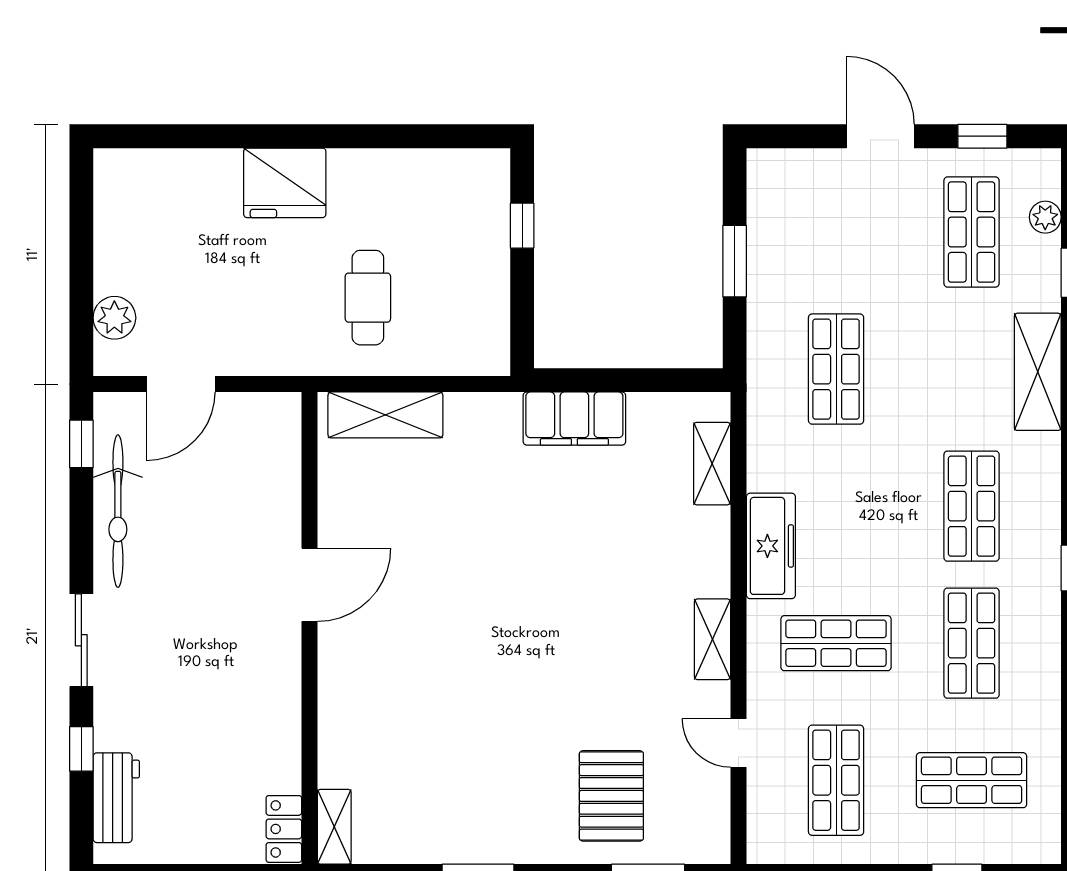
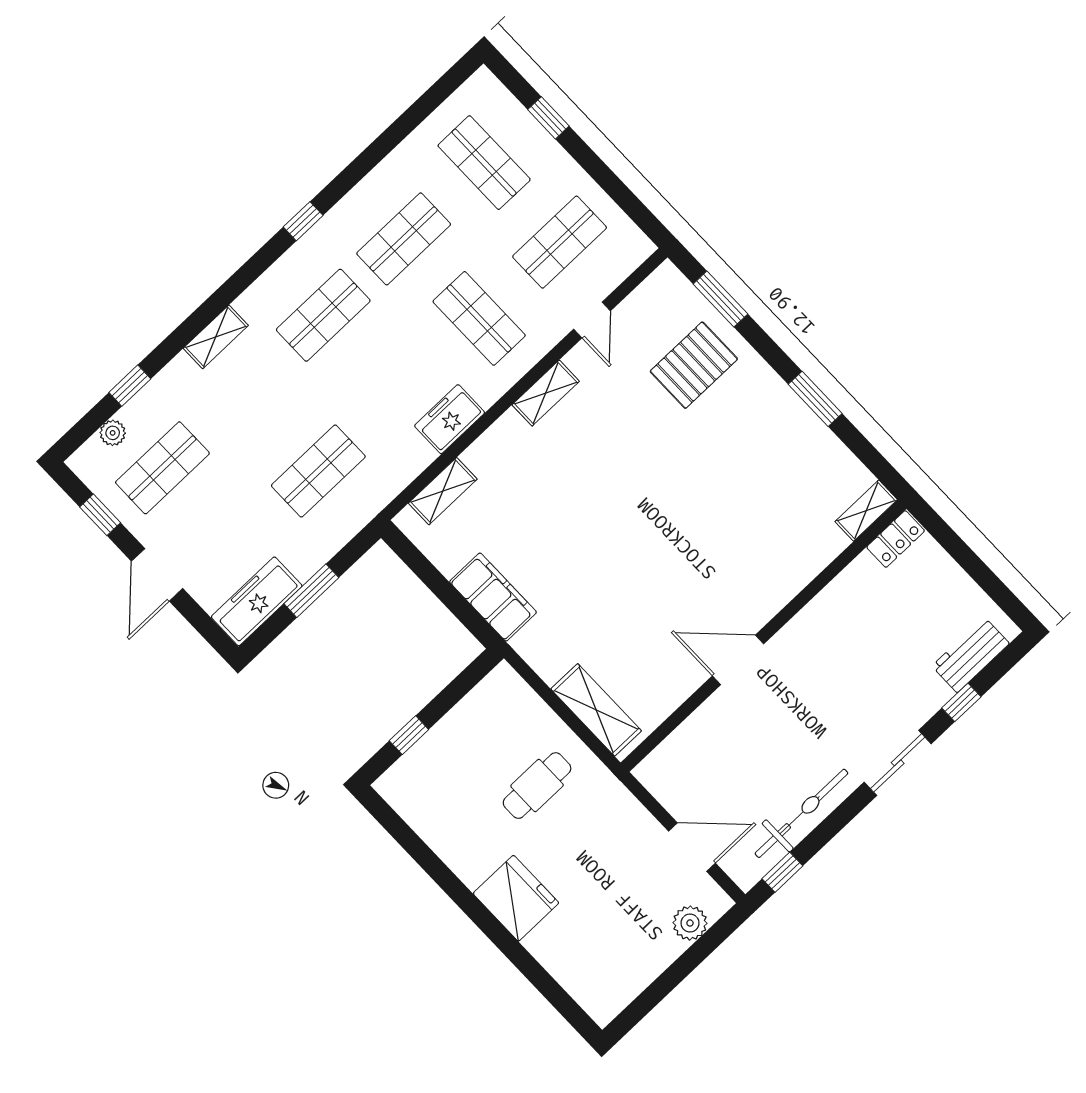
freezer: (772, 203) -> (257, 601), added
shelving: (1038, 372) -> (216, 337), width x0.67, depth x0.75
freezer: (771, 546) -> (450, 419), width x0.71

